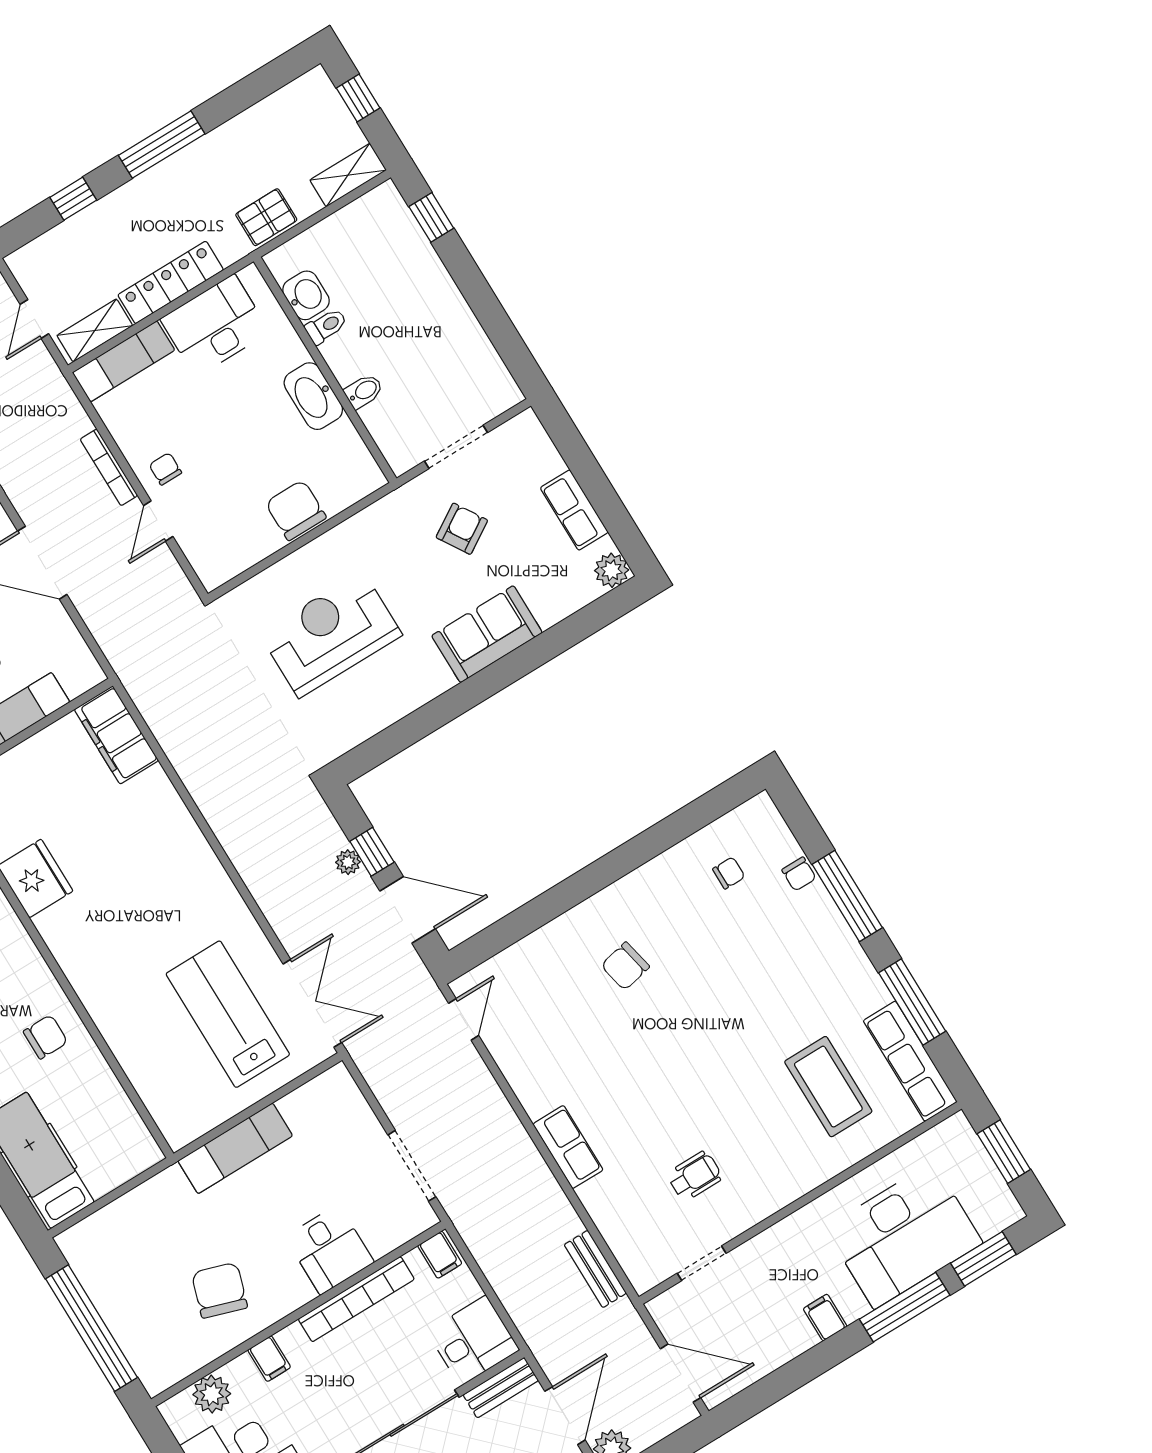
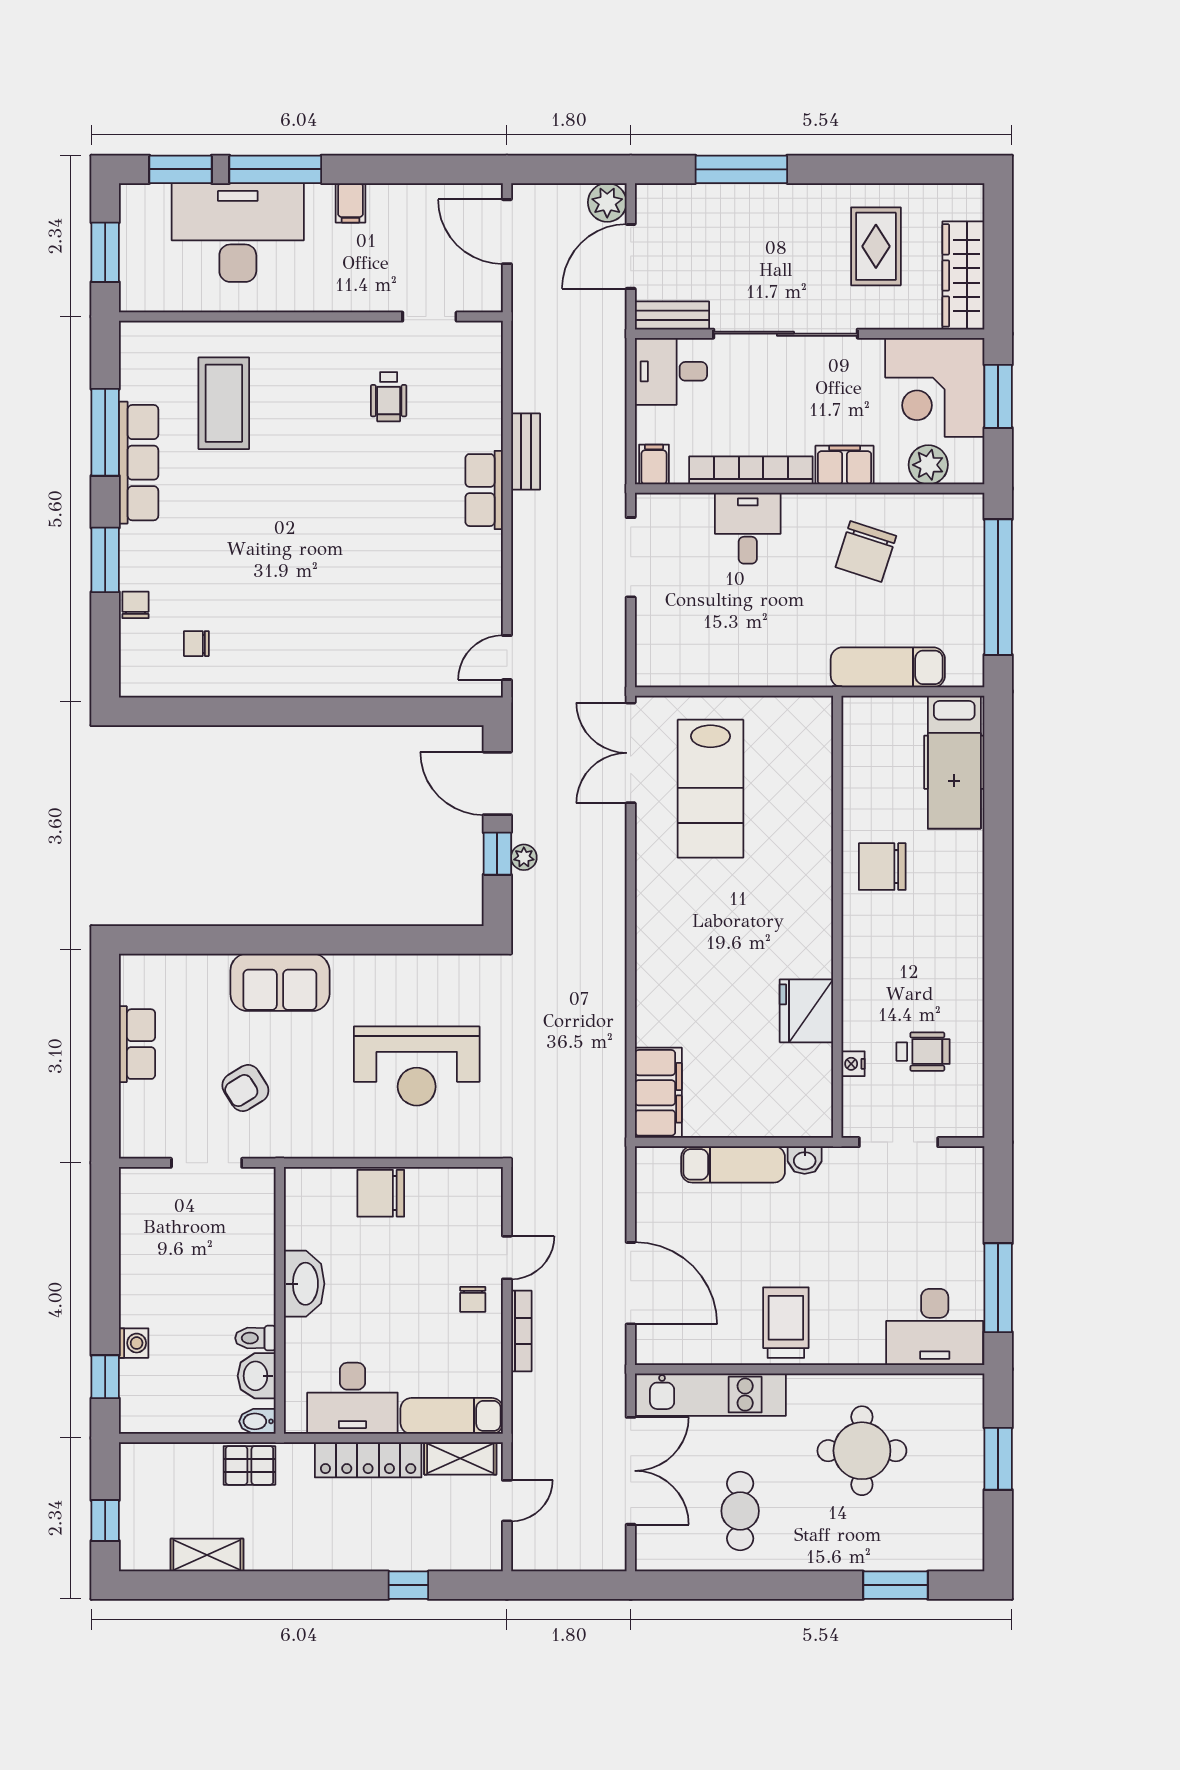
window: (162, 145) -> (302, 1585), removed
shelving: (348, 175) -> (207, 1555), moved
washing machine: (425, 260) -> (134, 1343), added
bidet: (364, 391) -> (257, 1421), moved
chair: (296, 510) -> (381, 1193), turned 90
plant: (612, 570) -> (137, 971), removed
window: (847, 896) -> (105, 560), width x0.69
chair: (625, 966) -> (337, 618), removed
chair: (45, 1037) -> (882, 867), width x1.37, depth x1.37
row of seats: (910, 1061) -> (139, 463), moved
exam couch: (235, 1148) -> (888, 667), moved
wheelchair: (695, 1176) -> (389, 397), turned -90
bench: (595, 1269) -> (526, 452), moved
filing cabinet: (269, 1359) -> (845, 465), width x2.00

